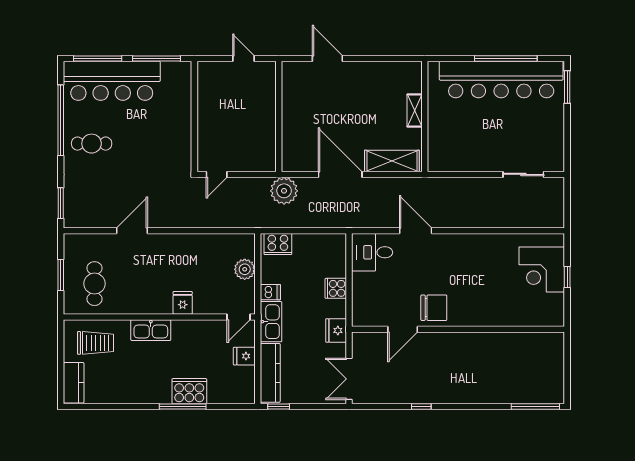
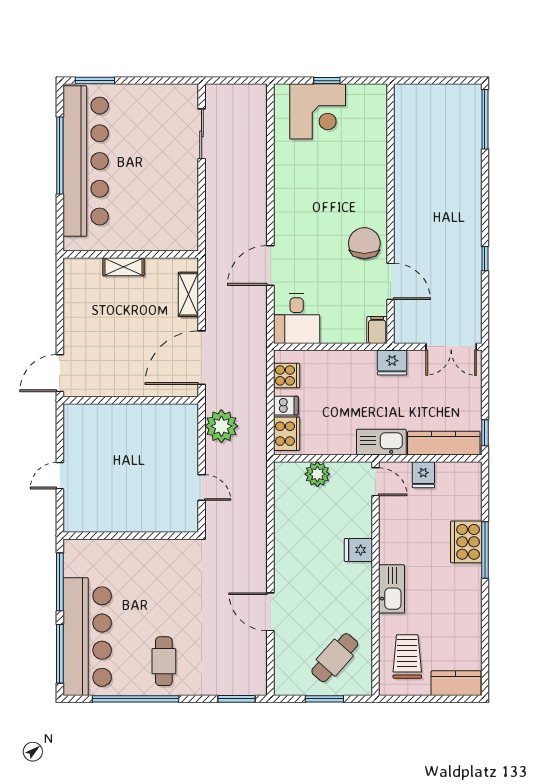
wall: (279, 116) -> (131, 400), moved
shelving: (392, 161) -> (188, 294), width x0.67, depth x0.75
door: (217, 174) -> (202, 488), moved
cafe table: (94, 284) -> (335, 658), turned -48
cooker: (336, 288) -> (287, 375), moved, turned -90
dishwasher: (270, 292) -> (286, 406), moved, turned 90
filing cabinet: (363, 318) -> (377, 330), added

